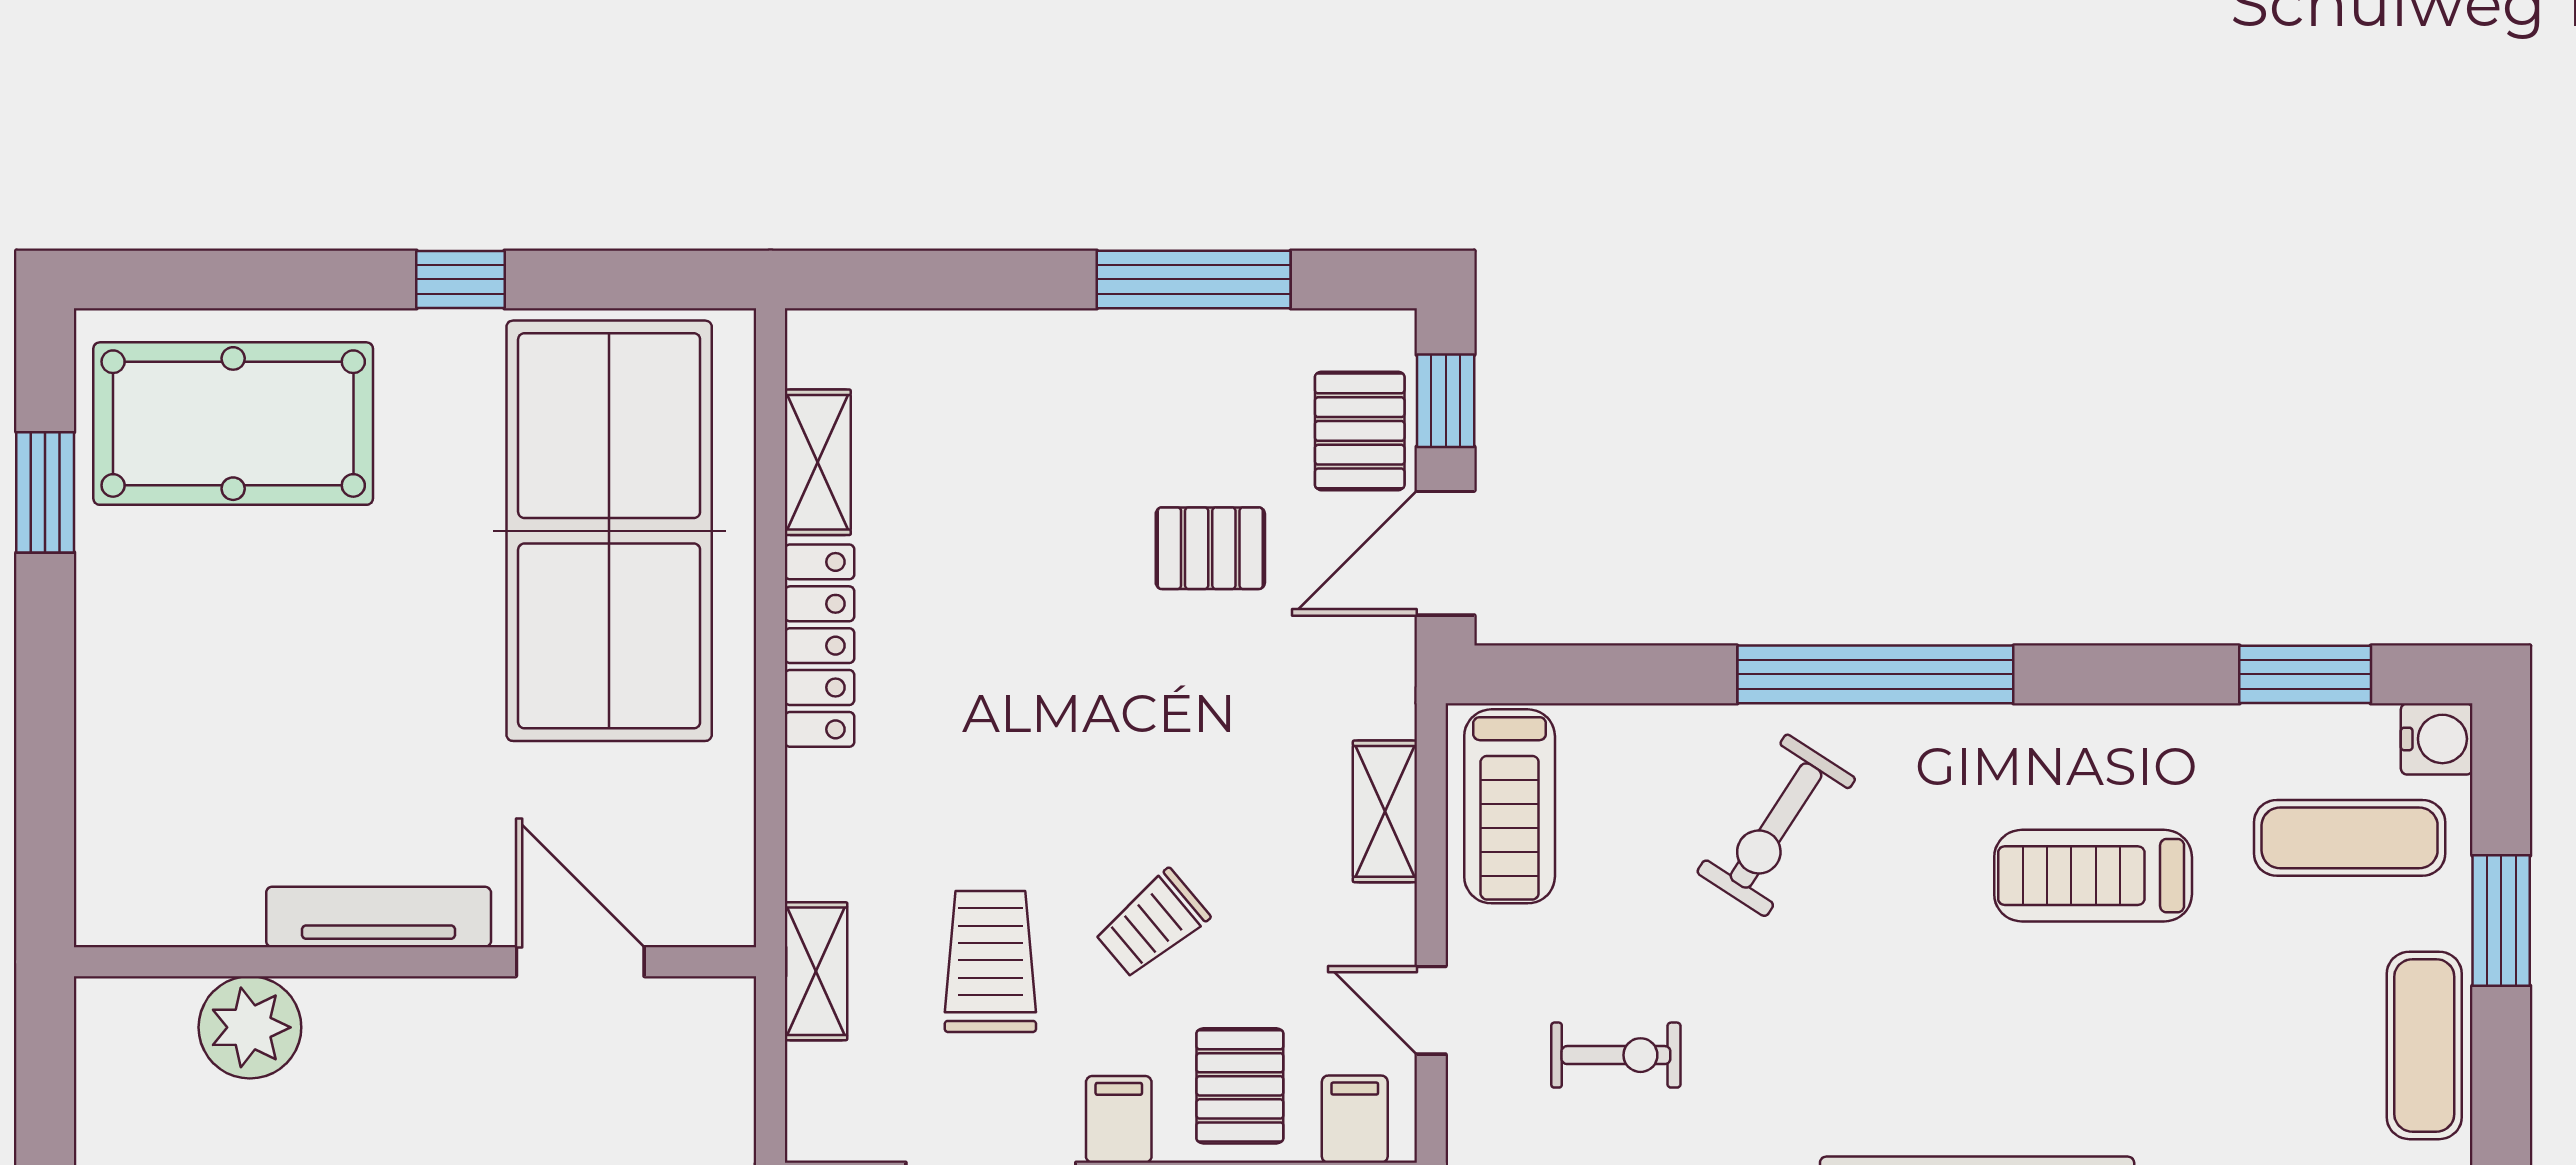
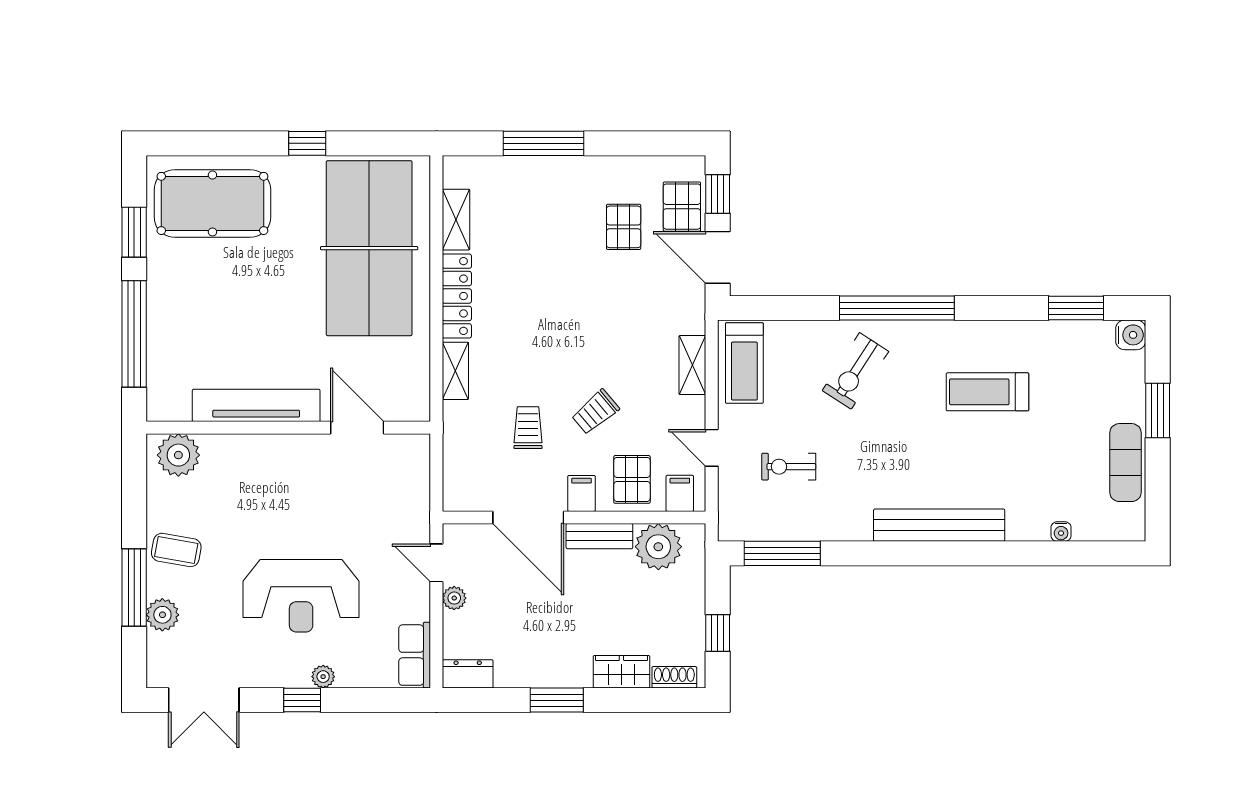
window: (1194, 279) -> (544, 143), moved
pallet: (1210, 548) -> (624, 227), moved, turned 90
door: (1446, 553) -> (718, 257), hinge flipped
window: (45, 736) -> (134, 334), added
exercise mat: (2350, 838) -> (1094, 376), removed
tv unit: (379, 917) -> (256, 405), width x1.36, depth x1.29
trolley: (990, 962) -> (528, 428), width x0.73, depth x0.72
shelving: (816, 971) -> (455, 371), moved
plant: (250, 1027) -> (178, 455), moved
exercise bike: (1616, 1055) -> (789, 467), turned 180

